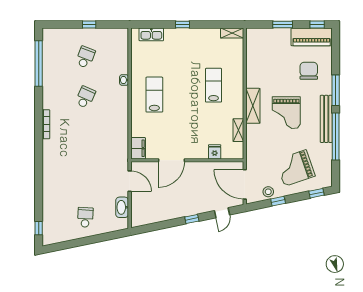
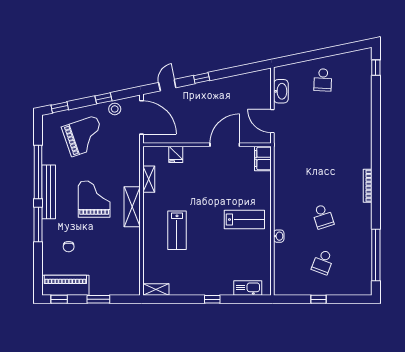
chair: (309, 71) -> (69, 247), width x0.54, depth x0.54
lab bench: (154, 95) -> (244, 220), turned -90
school desk: (85, 97) -> (323, 216), turned -42

